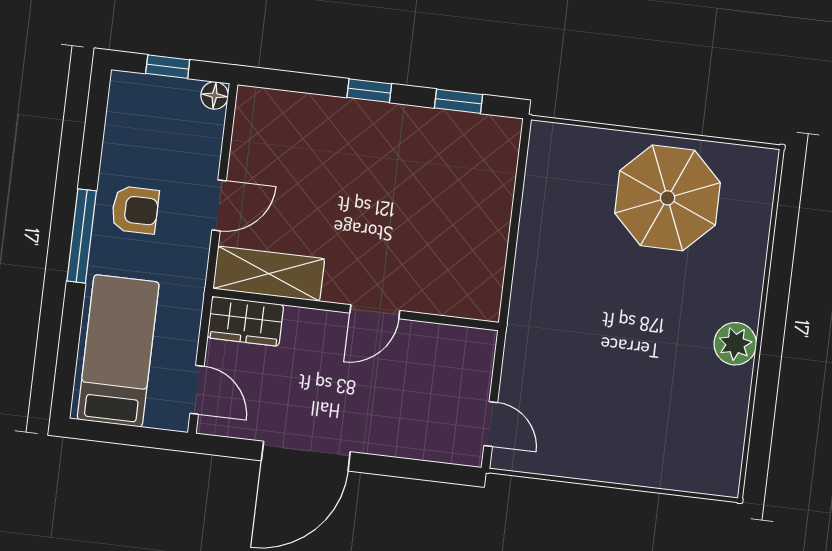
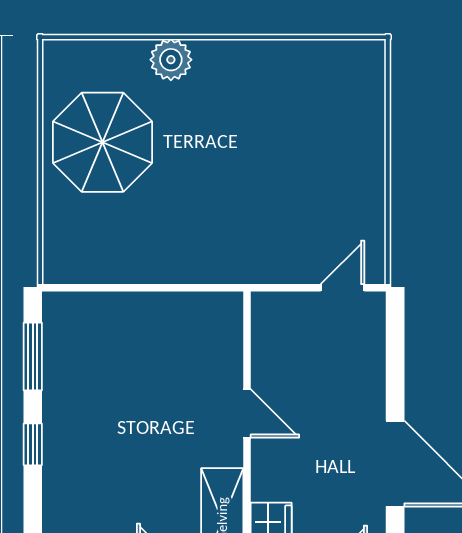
window: (458, 101) -> (33, 356), width x1.50
plant: (735, 344) -> (171, 60), moved

